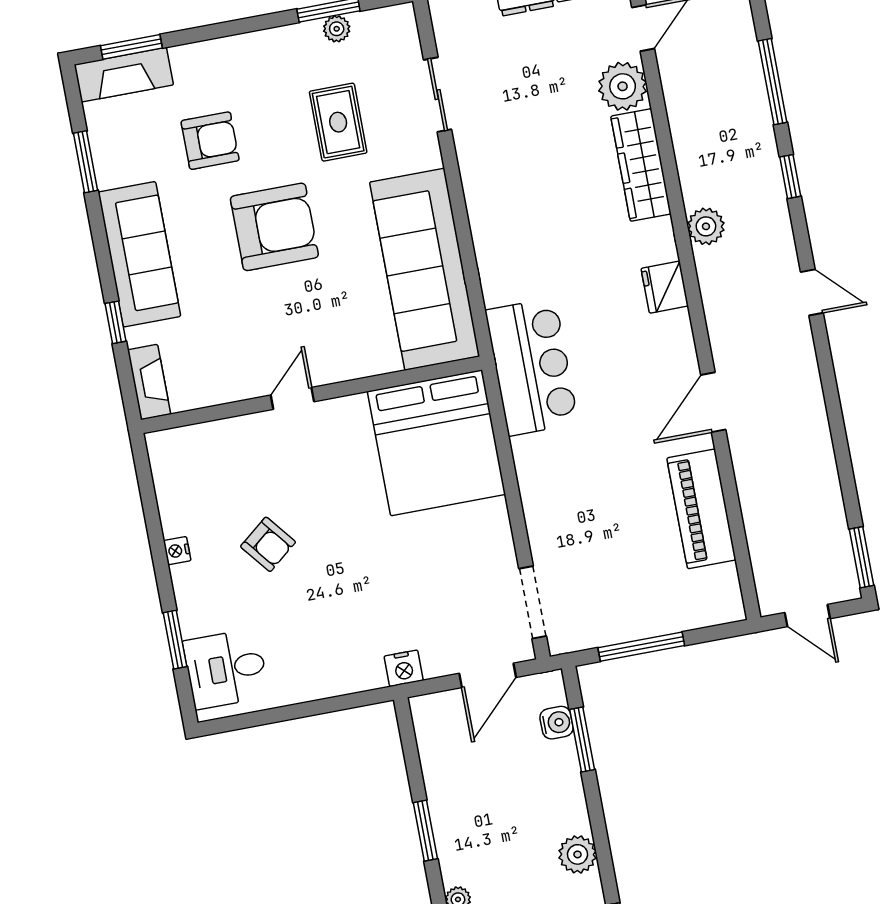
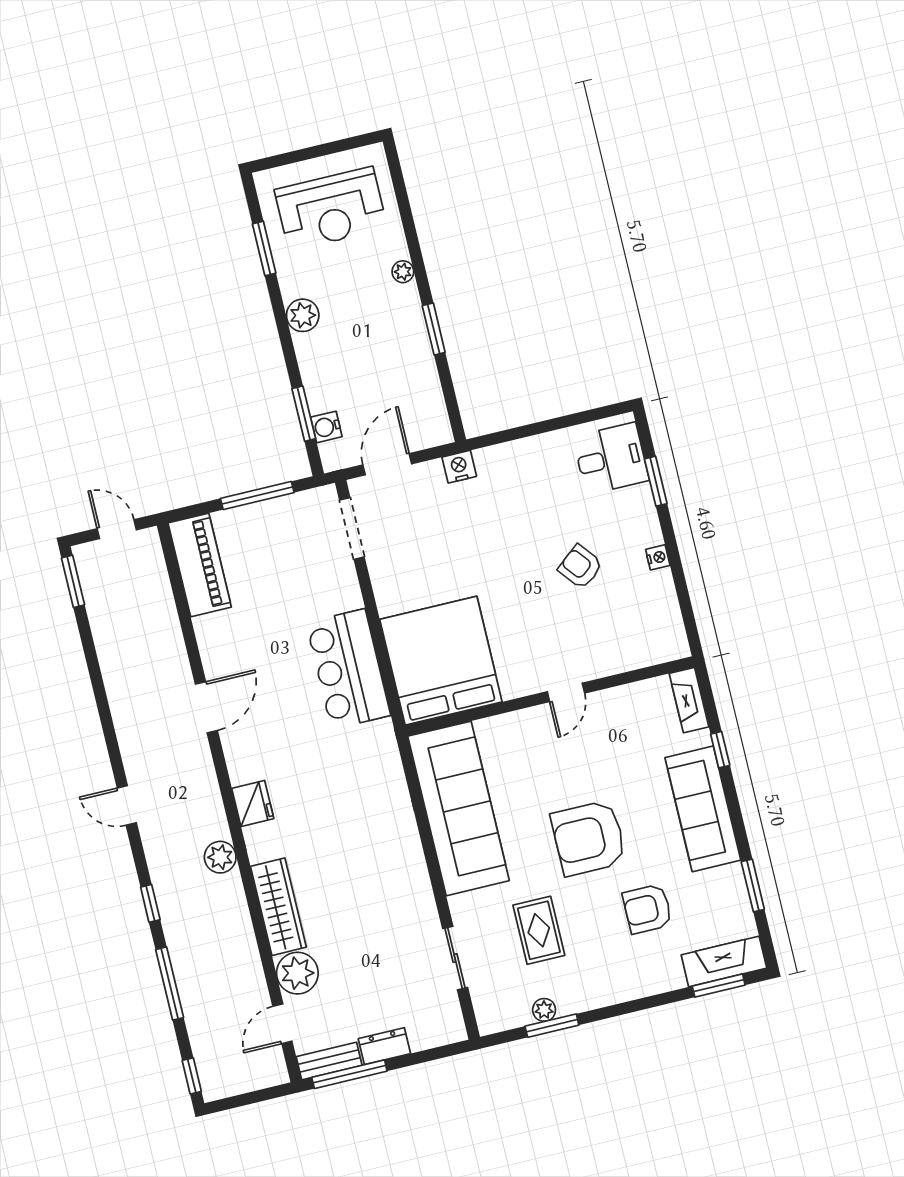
bar counter: (532, 367) -> (348, 669), moved
piano: (701, 509) -> (200, 565), moved

